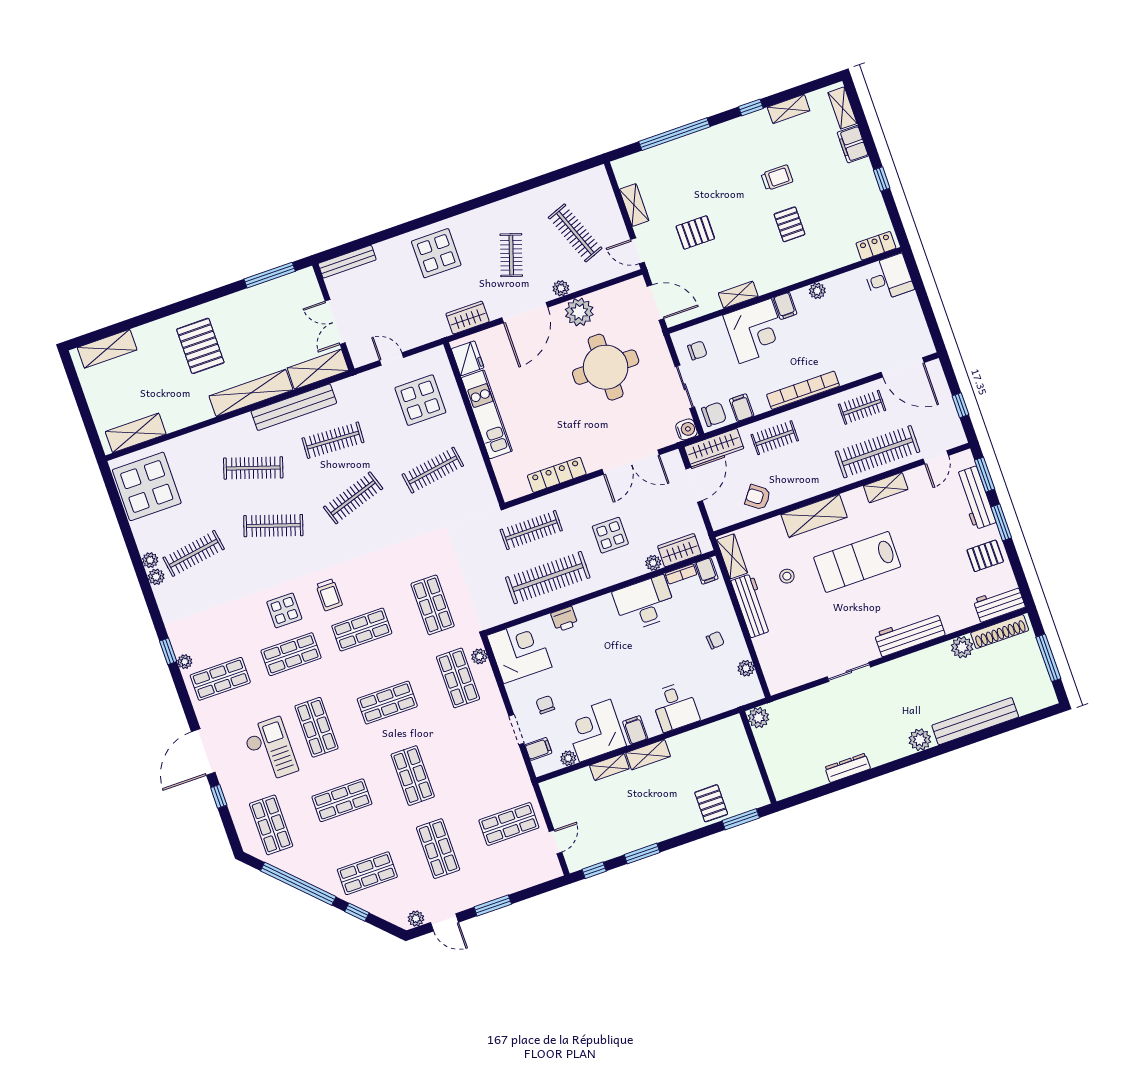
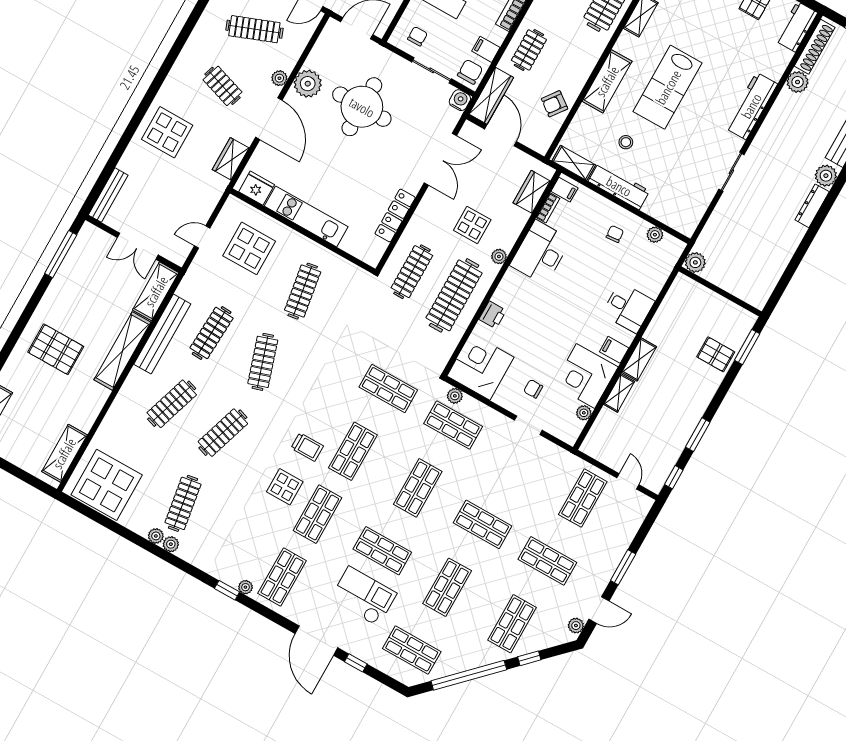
plant: (653, 563) -> (499, 256), moved
filing cabinet: (538, 749) -> (556, 425), removed
dresser: (848, 768) -> (812, 206), moved

